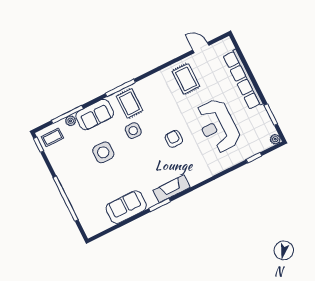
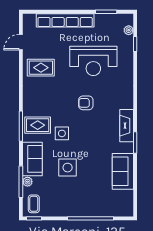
plant: (275, 139) -> (129, 30), moved

